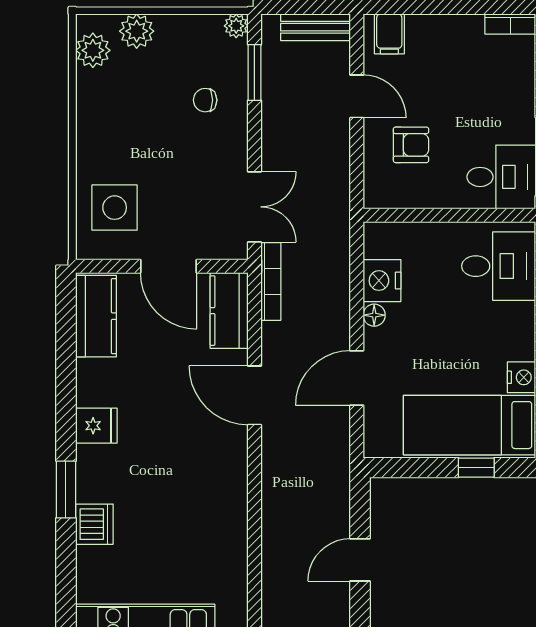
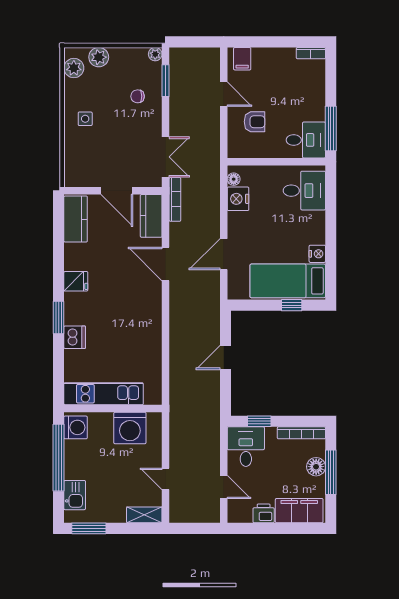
bench: (315, 27) -> (200, 55), removed
side table: (115, 208) -> (85, 119), moved, width x0.54, depth x0.54
floor lamp: (374, 315) -> (234, 179), moved

